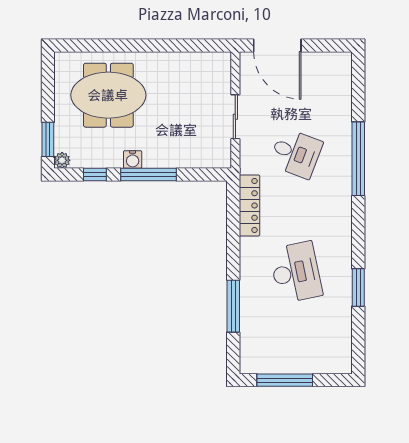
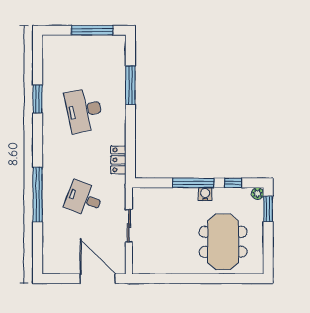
meeting table: (108, 95) -> (223, 242), turned 90
locker: (249, 205) -> (118, 160), width x0.66

